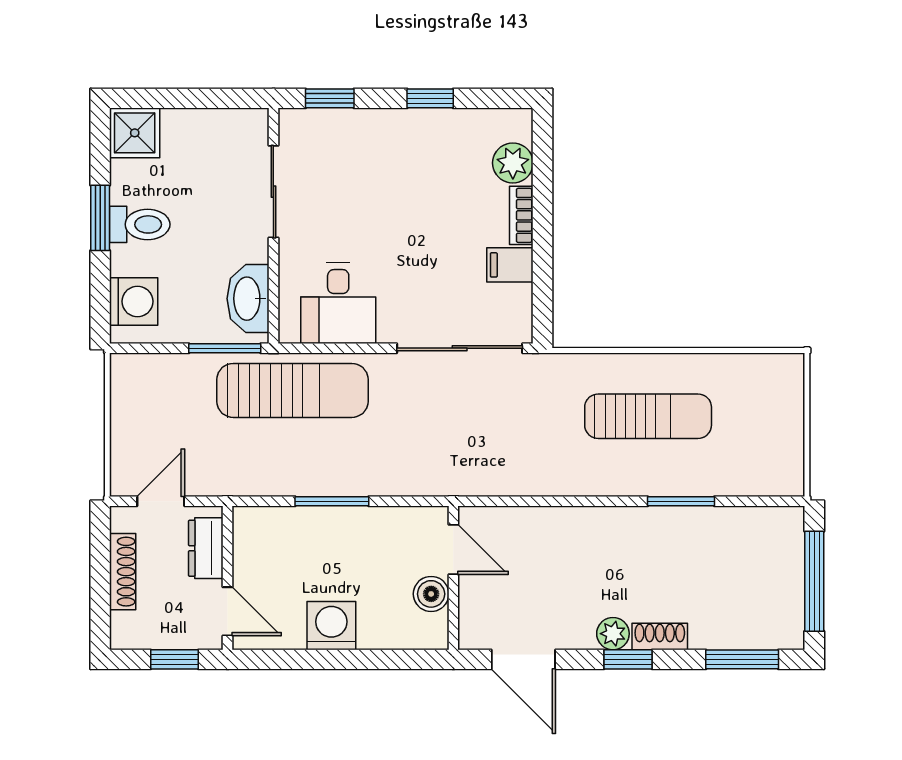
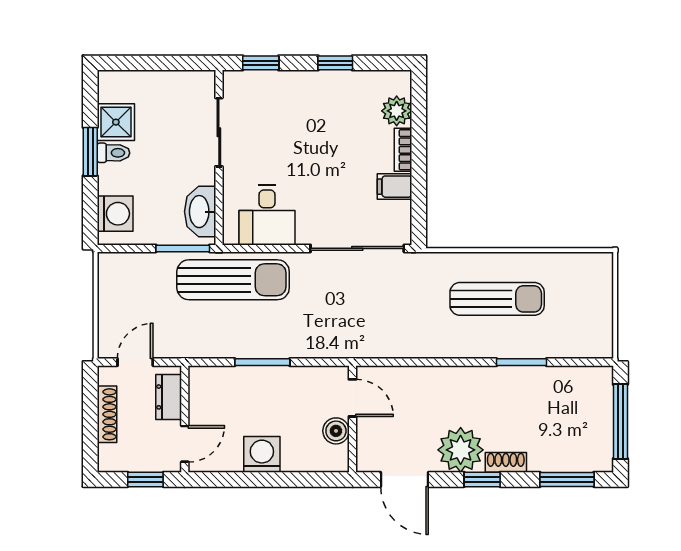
shower: (135, 133) -> (116, 122), moved
toilet: (140, 224) -> (113, 153), width x0.73, depth x0.72
door: (228, 611) -> (185, 444), hinge flipped
plant: (613, 634) -> (461, 450), width x1.88, depth x1.88

